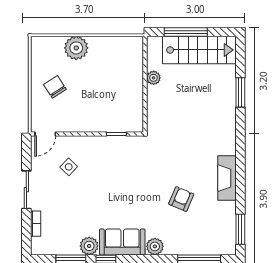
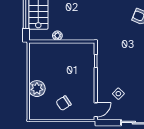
door: (45, 134) -> (96, 110), hinge flipped

